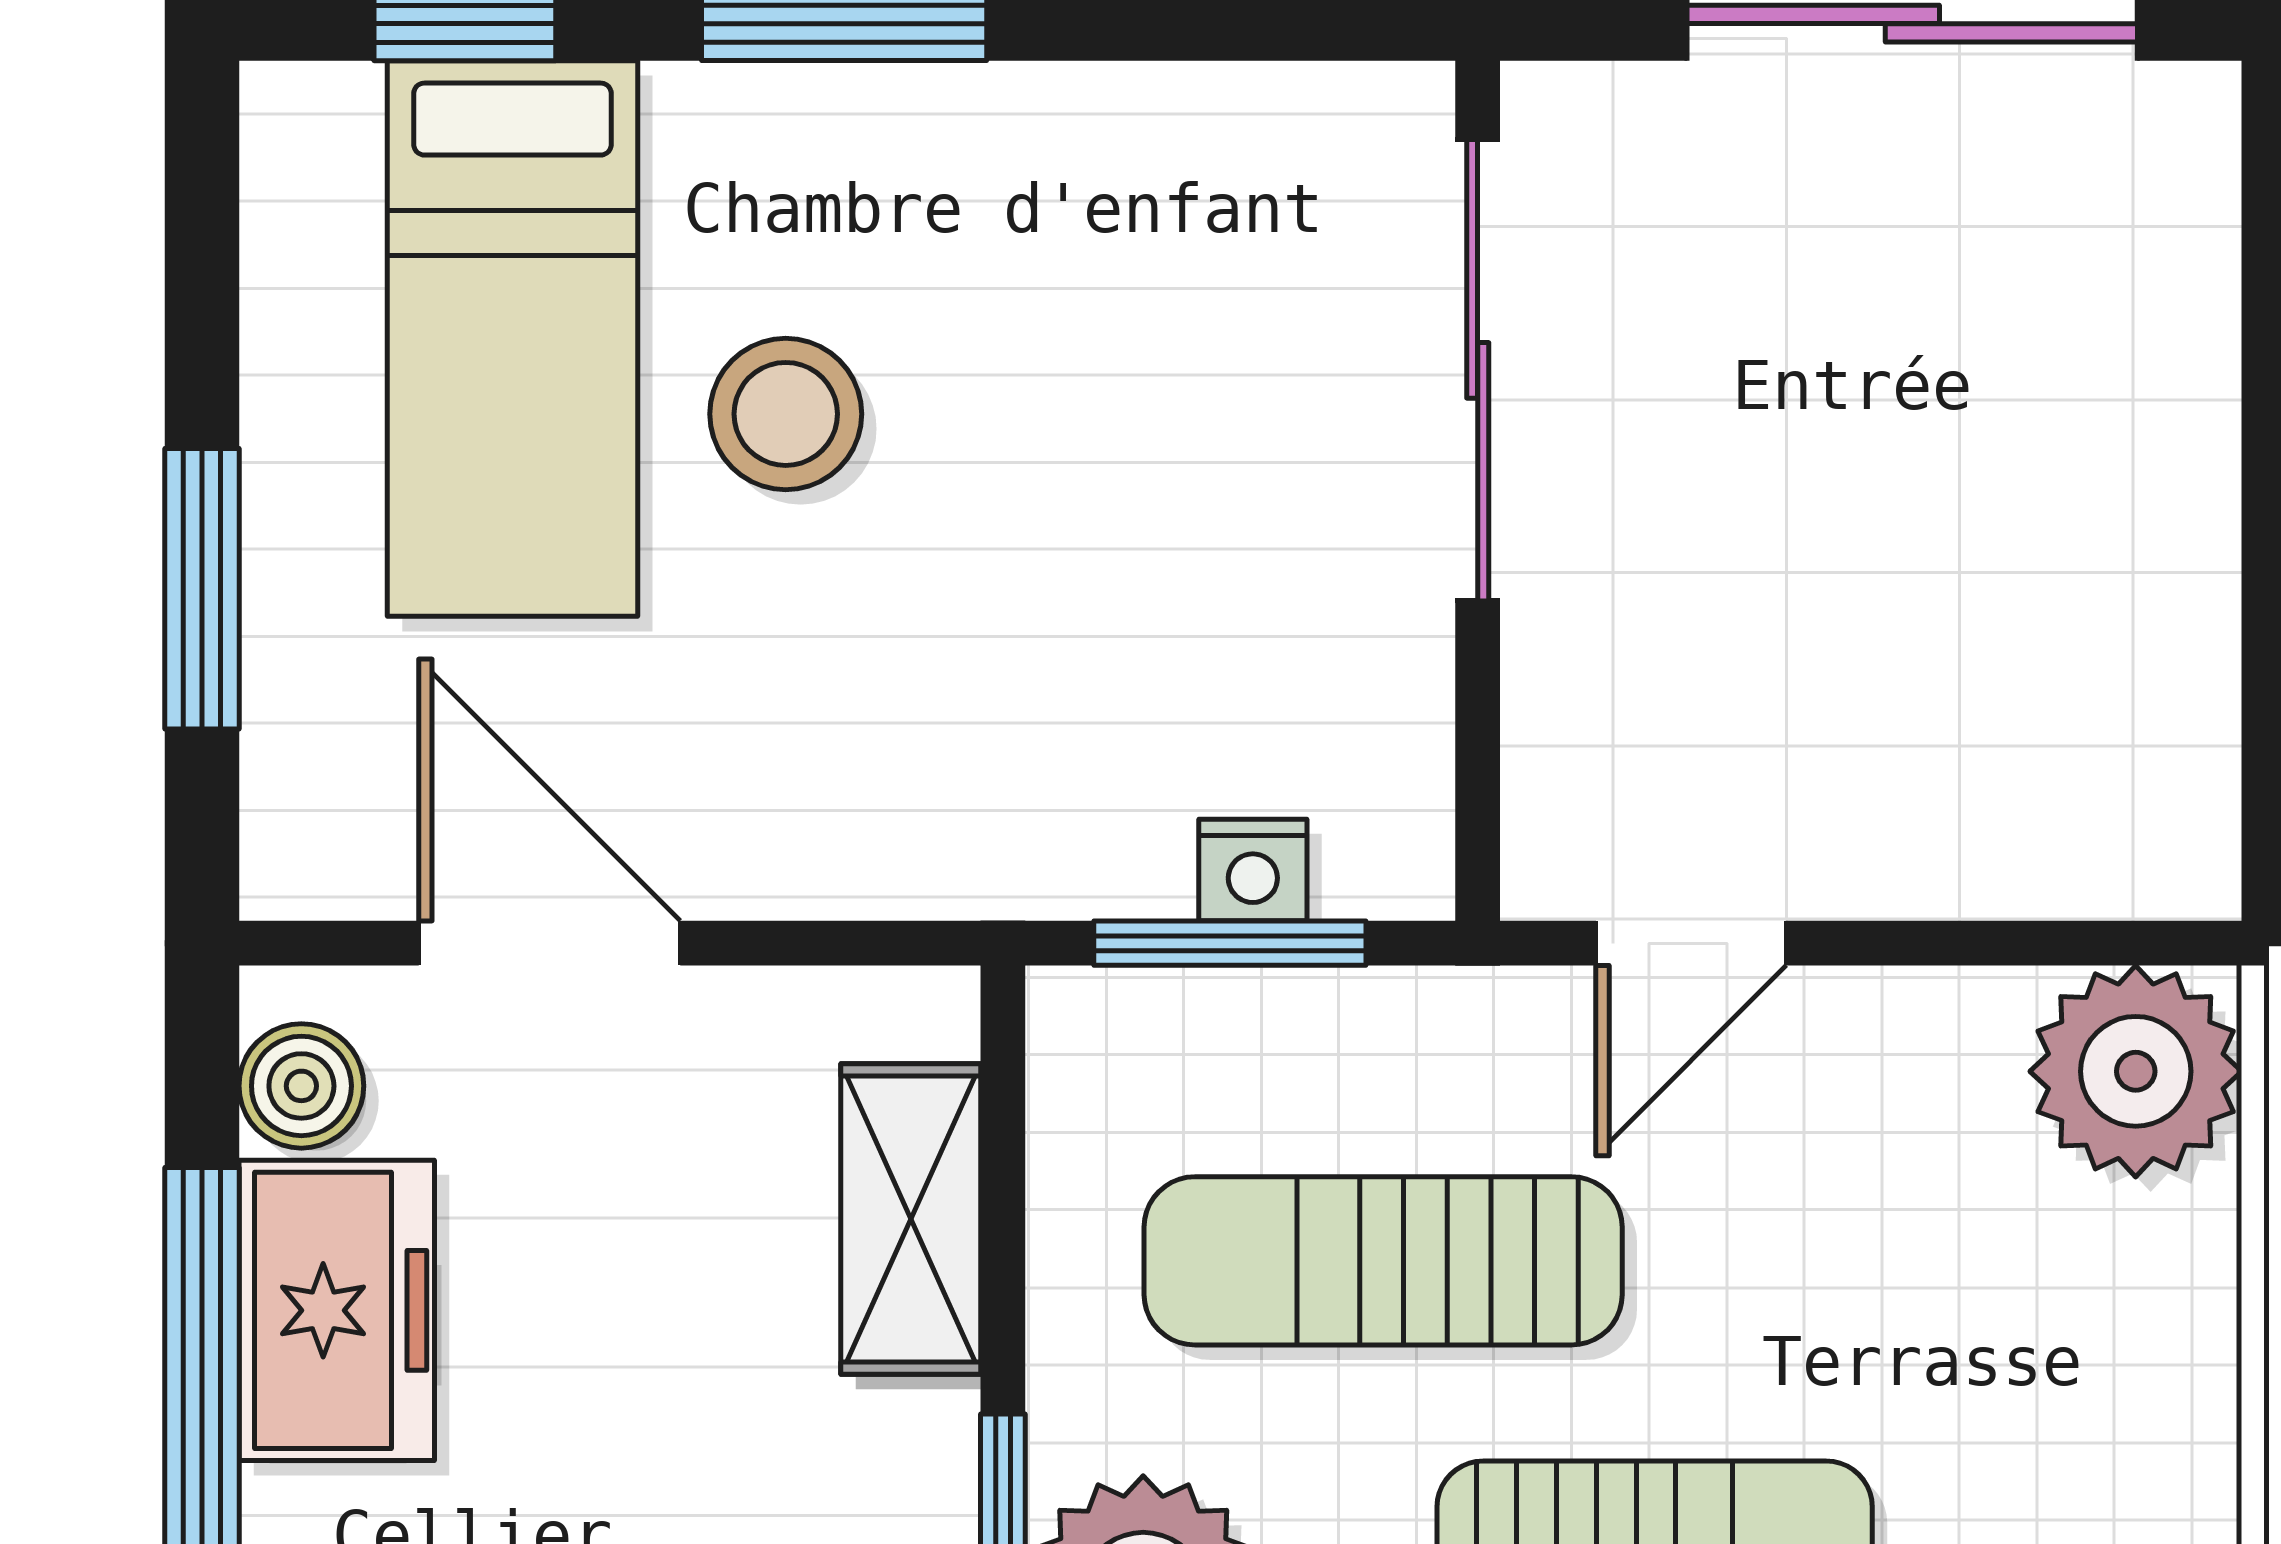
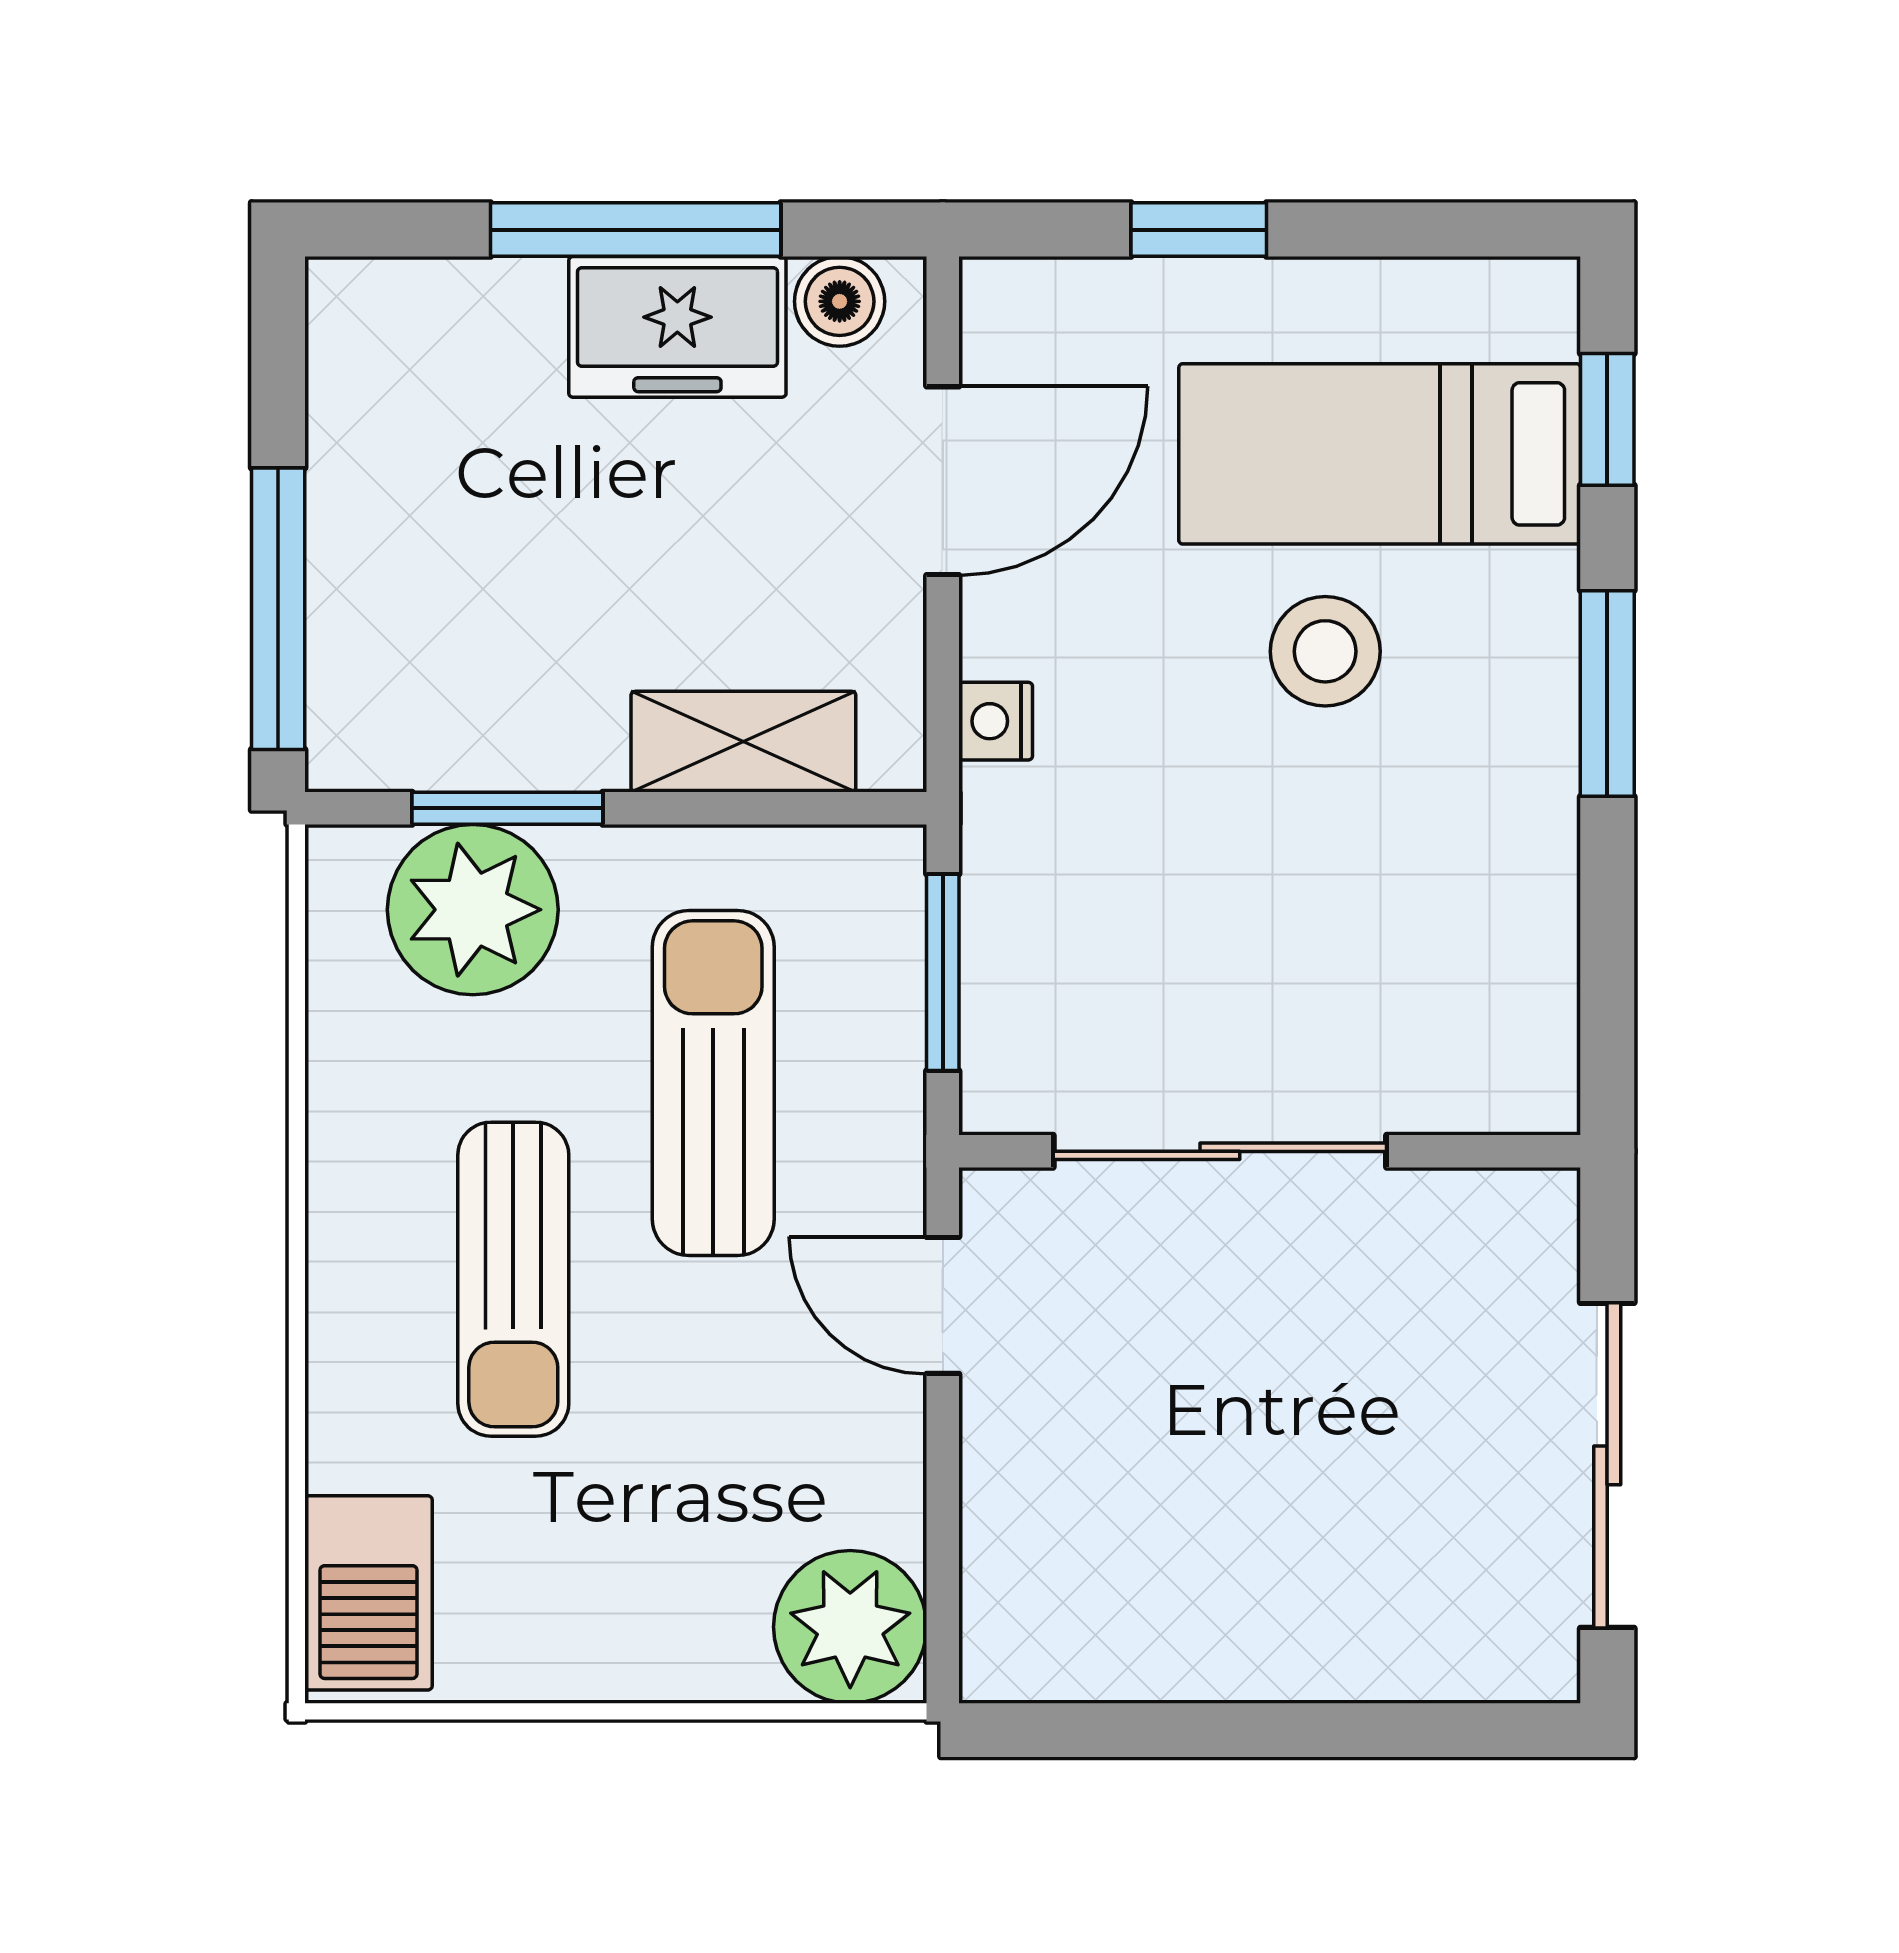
sliding door: (1478, 370) -> (1220, 1151), moved
window: (202, 589) -> (1199, 230), width x0.67
nightstand: (1253, 870) -> (996, 721), moved

